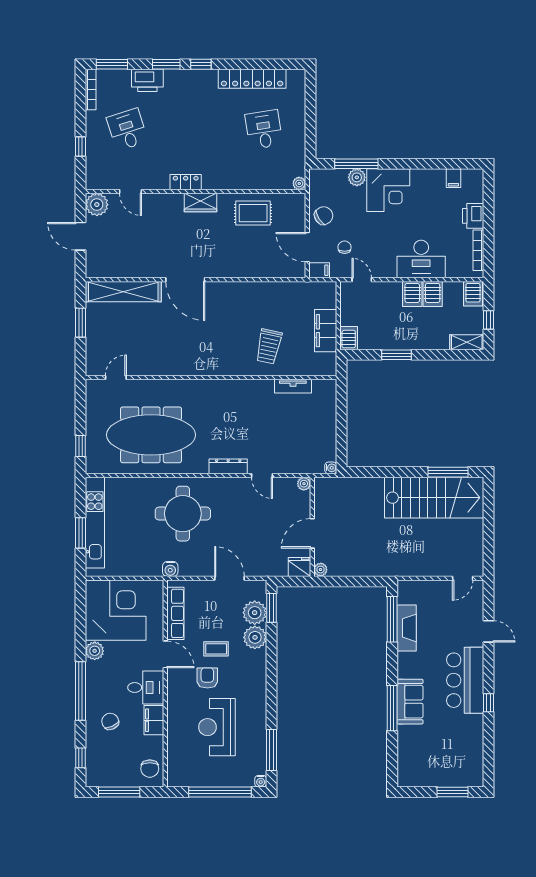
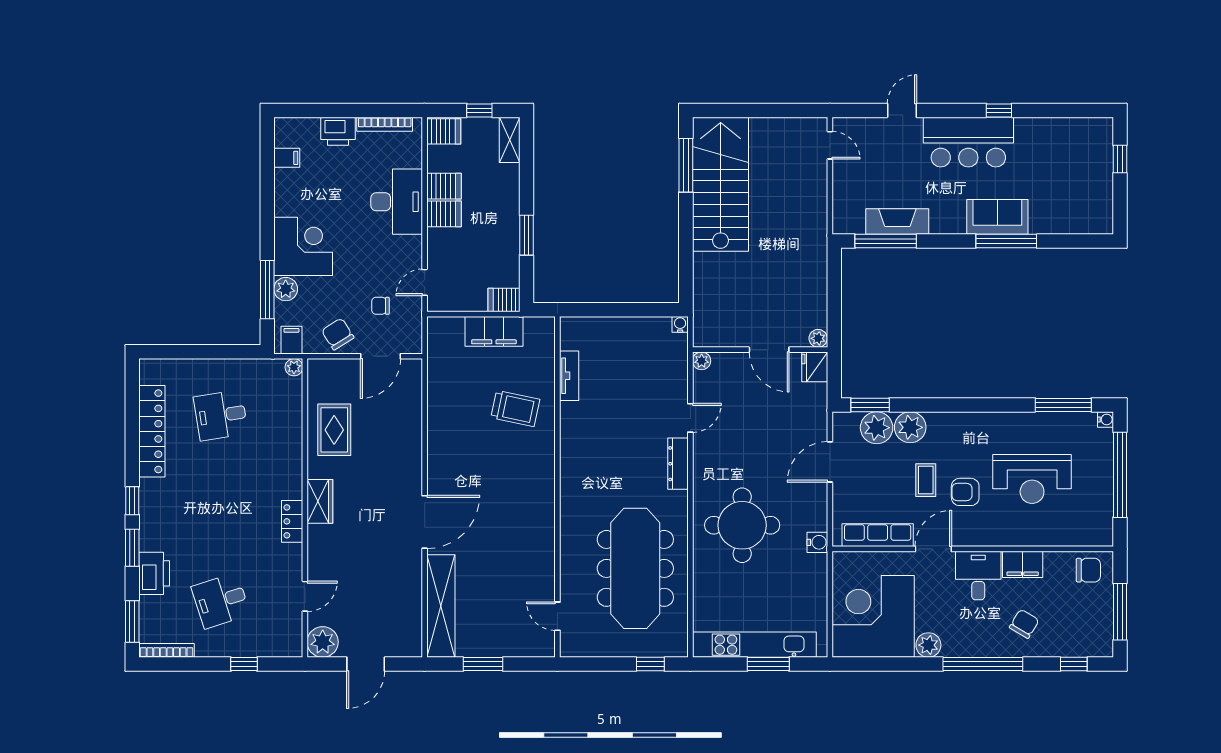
filing cabinet: (319, 270) -> (291, 340), moved
chair: (110, 721) -> (1024, 624), turned 146
window: (453, 792) -> (1120, 159), width x0.67

